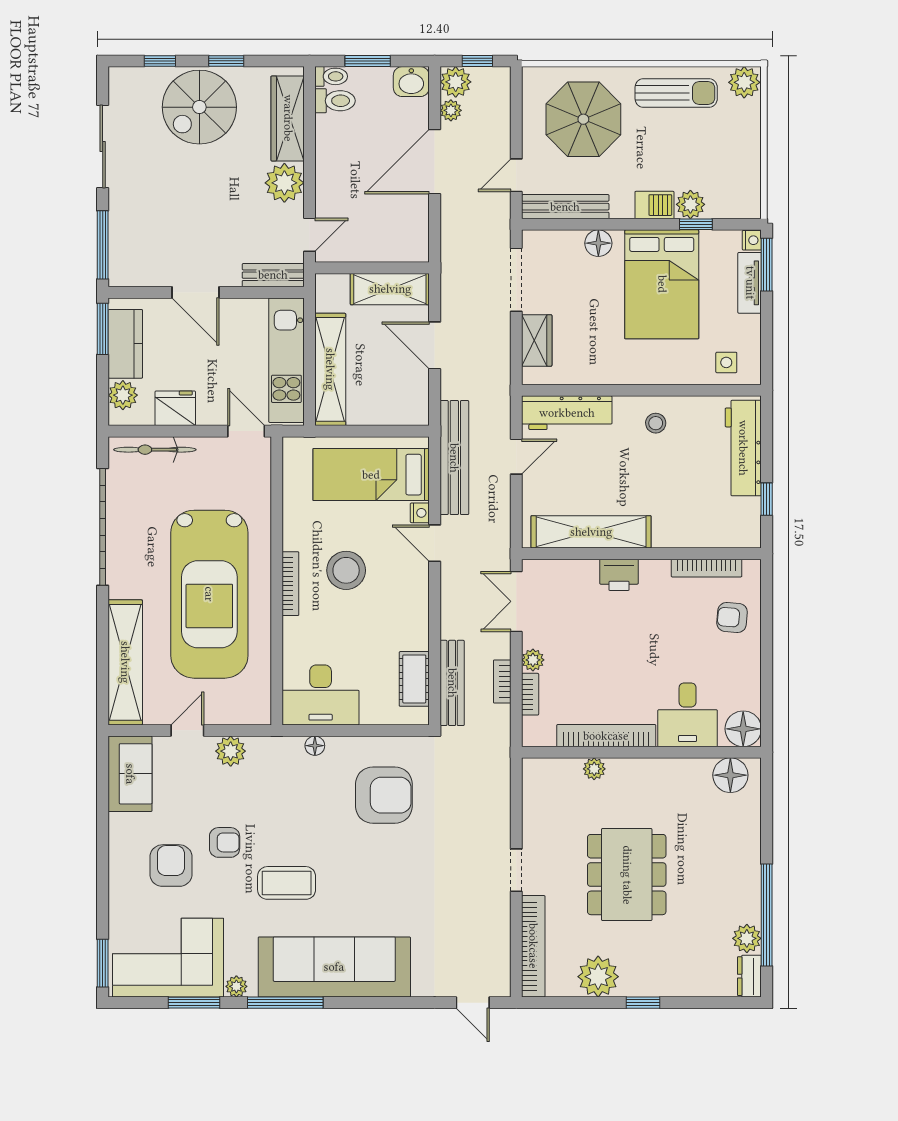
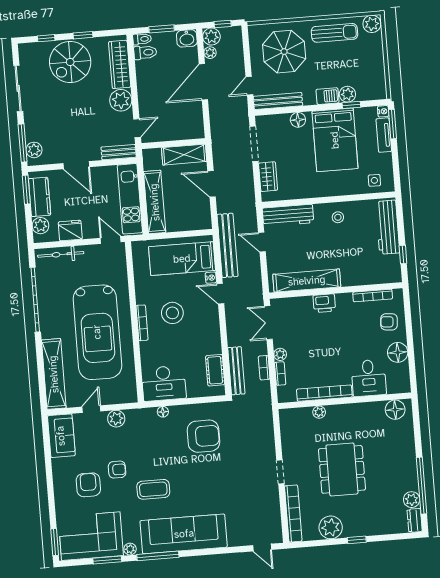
plant: (122, 259) -> (34, 150), added
door: (516, 457) -> (262, 242), swing flipped
floor lamp: (743, 729) -> (398, 352), moved

